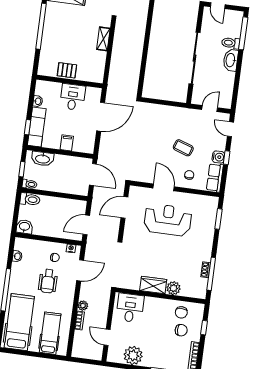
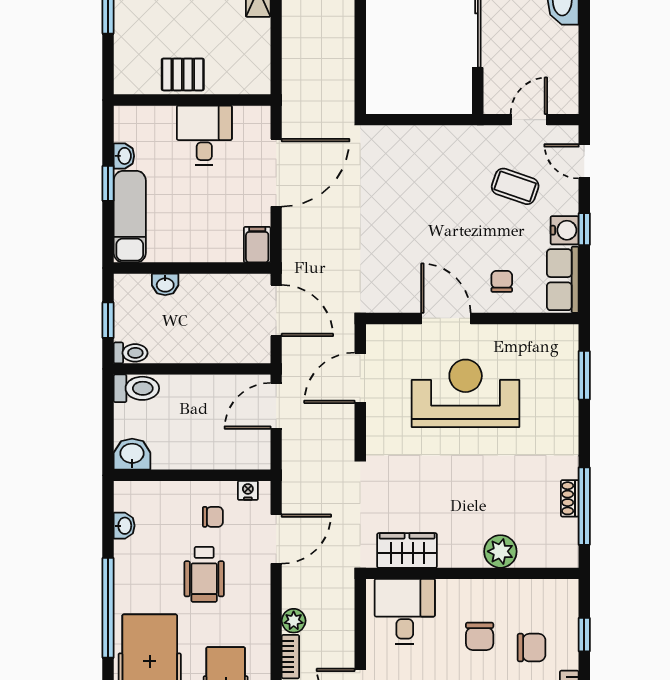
window: (28, 127) -> (108, 183), moved
filing cabinet: (67, 143) -> (257, 245), moved
coffee table: (183, 148) -> (515, 186), moved
washbasin: (43, 159) -> (165, 284), width x0.52, depth x0.69
door: (86, 225) -> (276, 406), moved
wardrobe: (153, 285) -> (407, 550), moved
chair: (181, 312) -> (480, 636), moved

